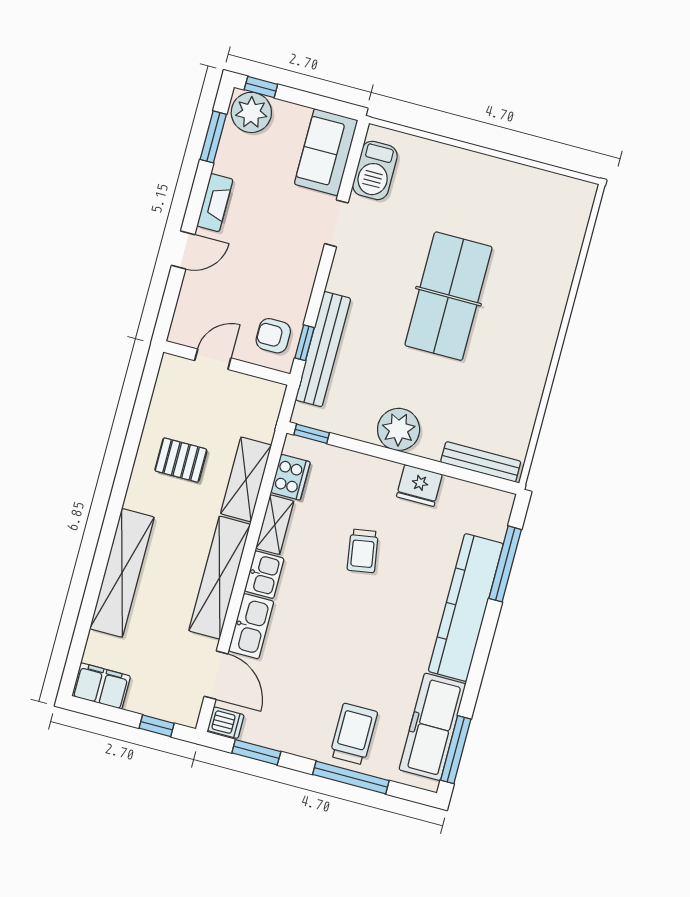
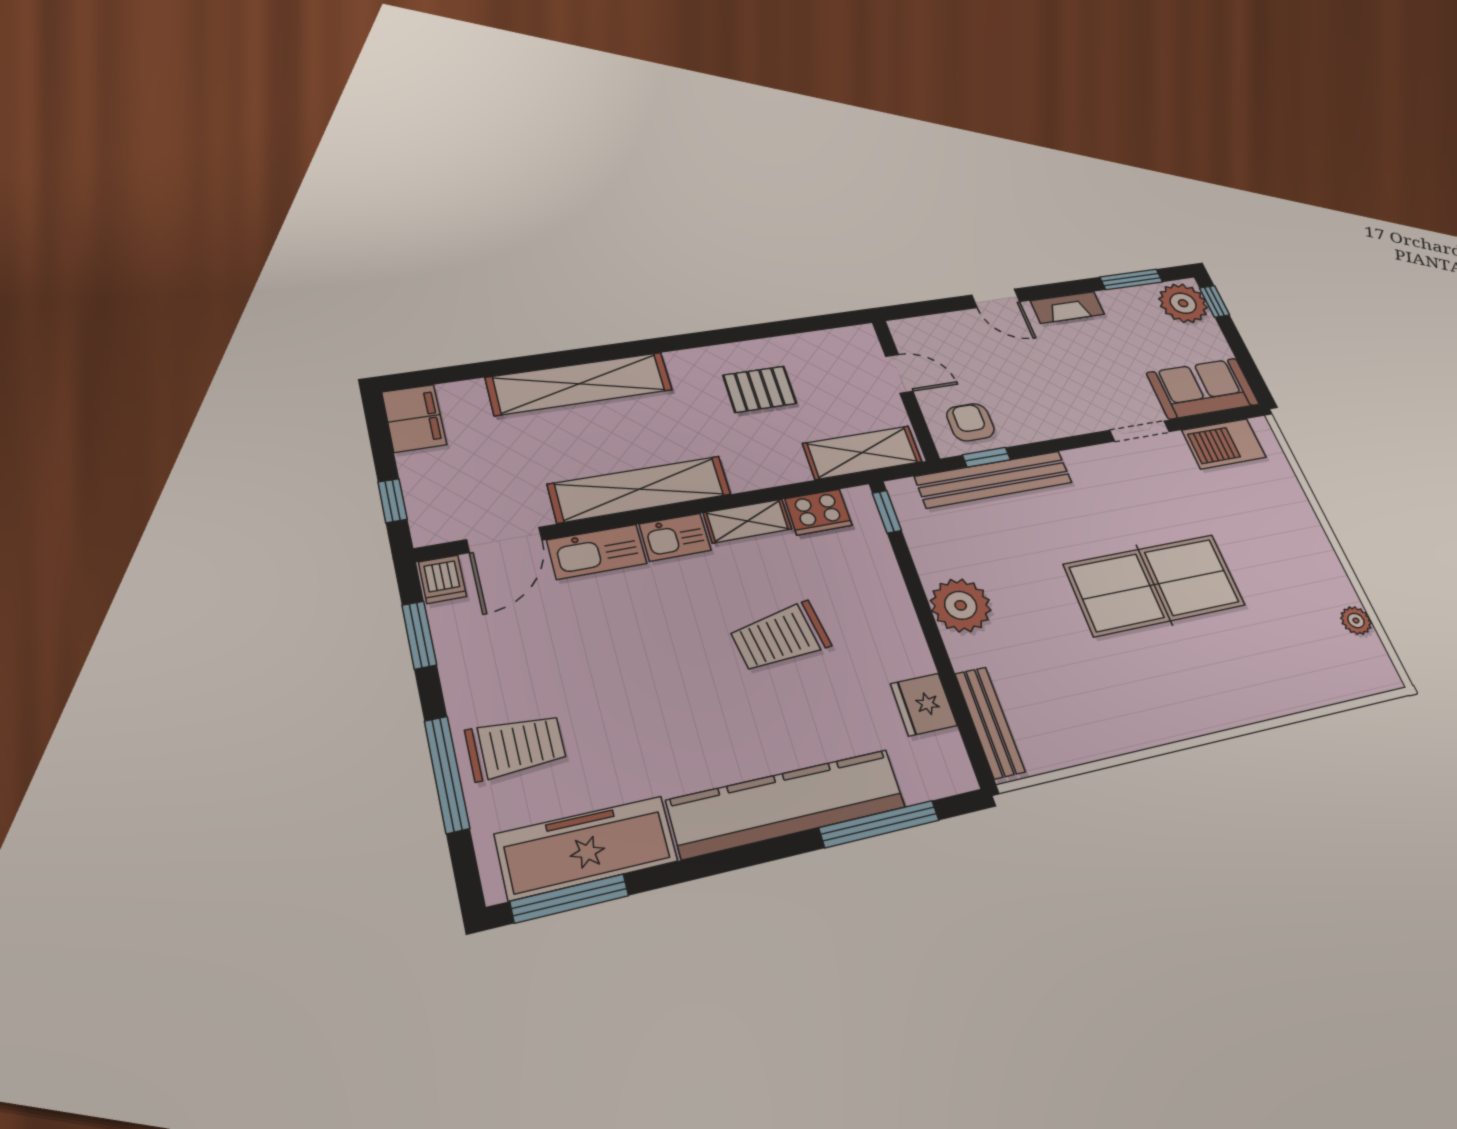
plant: (541, 180) -> (1356, 621), added
pallet: (181, 460) -> (760, 389), turned 90
shelving: (246, 479) -> (862, 453), moved
fridge: (419, 486) -> (924, 705), moved
trolley: (363, 551) -> (780, 637), width x1.36, depth x1.39

